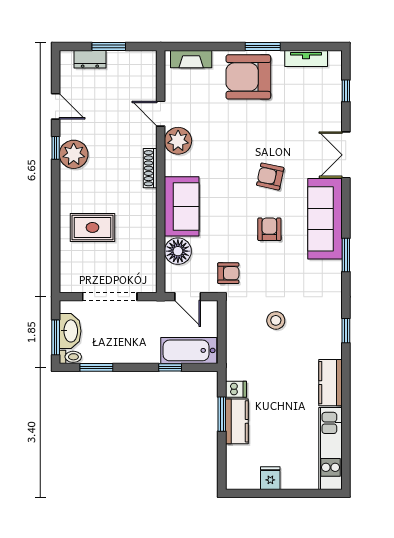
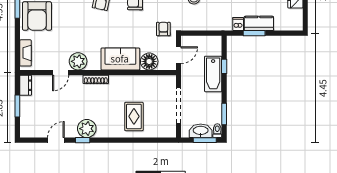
dresser: (90, 59) -> (26, 85), moved
bathtub: (189, 350) -> (213, 74), moved

